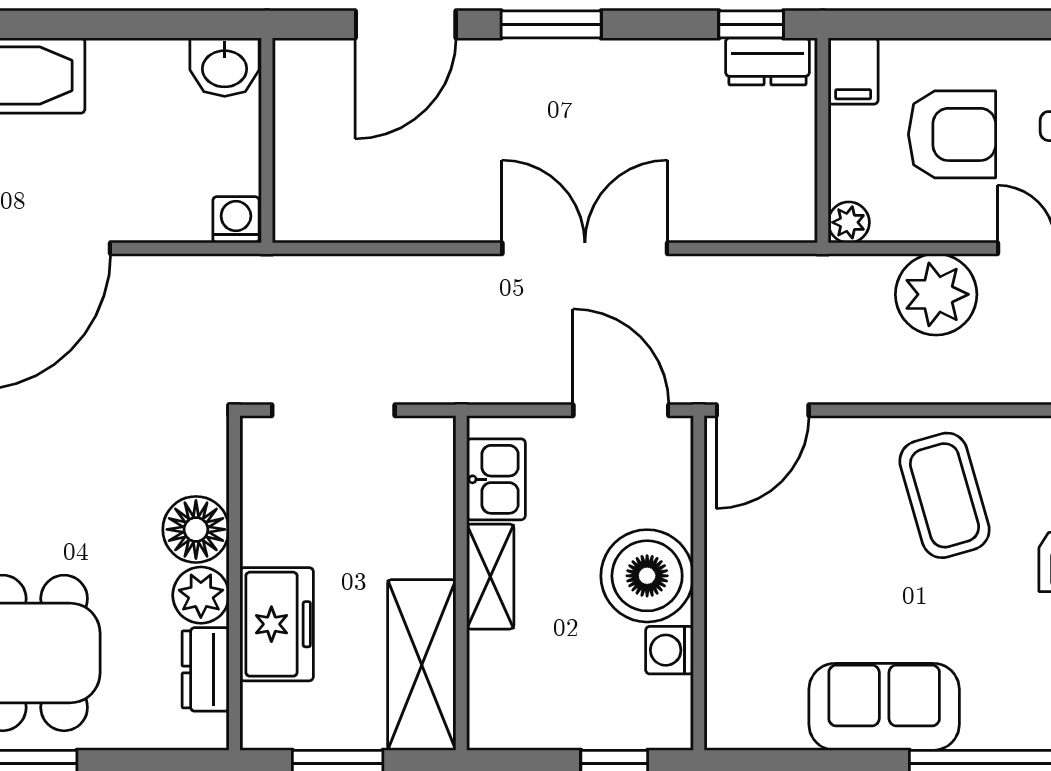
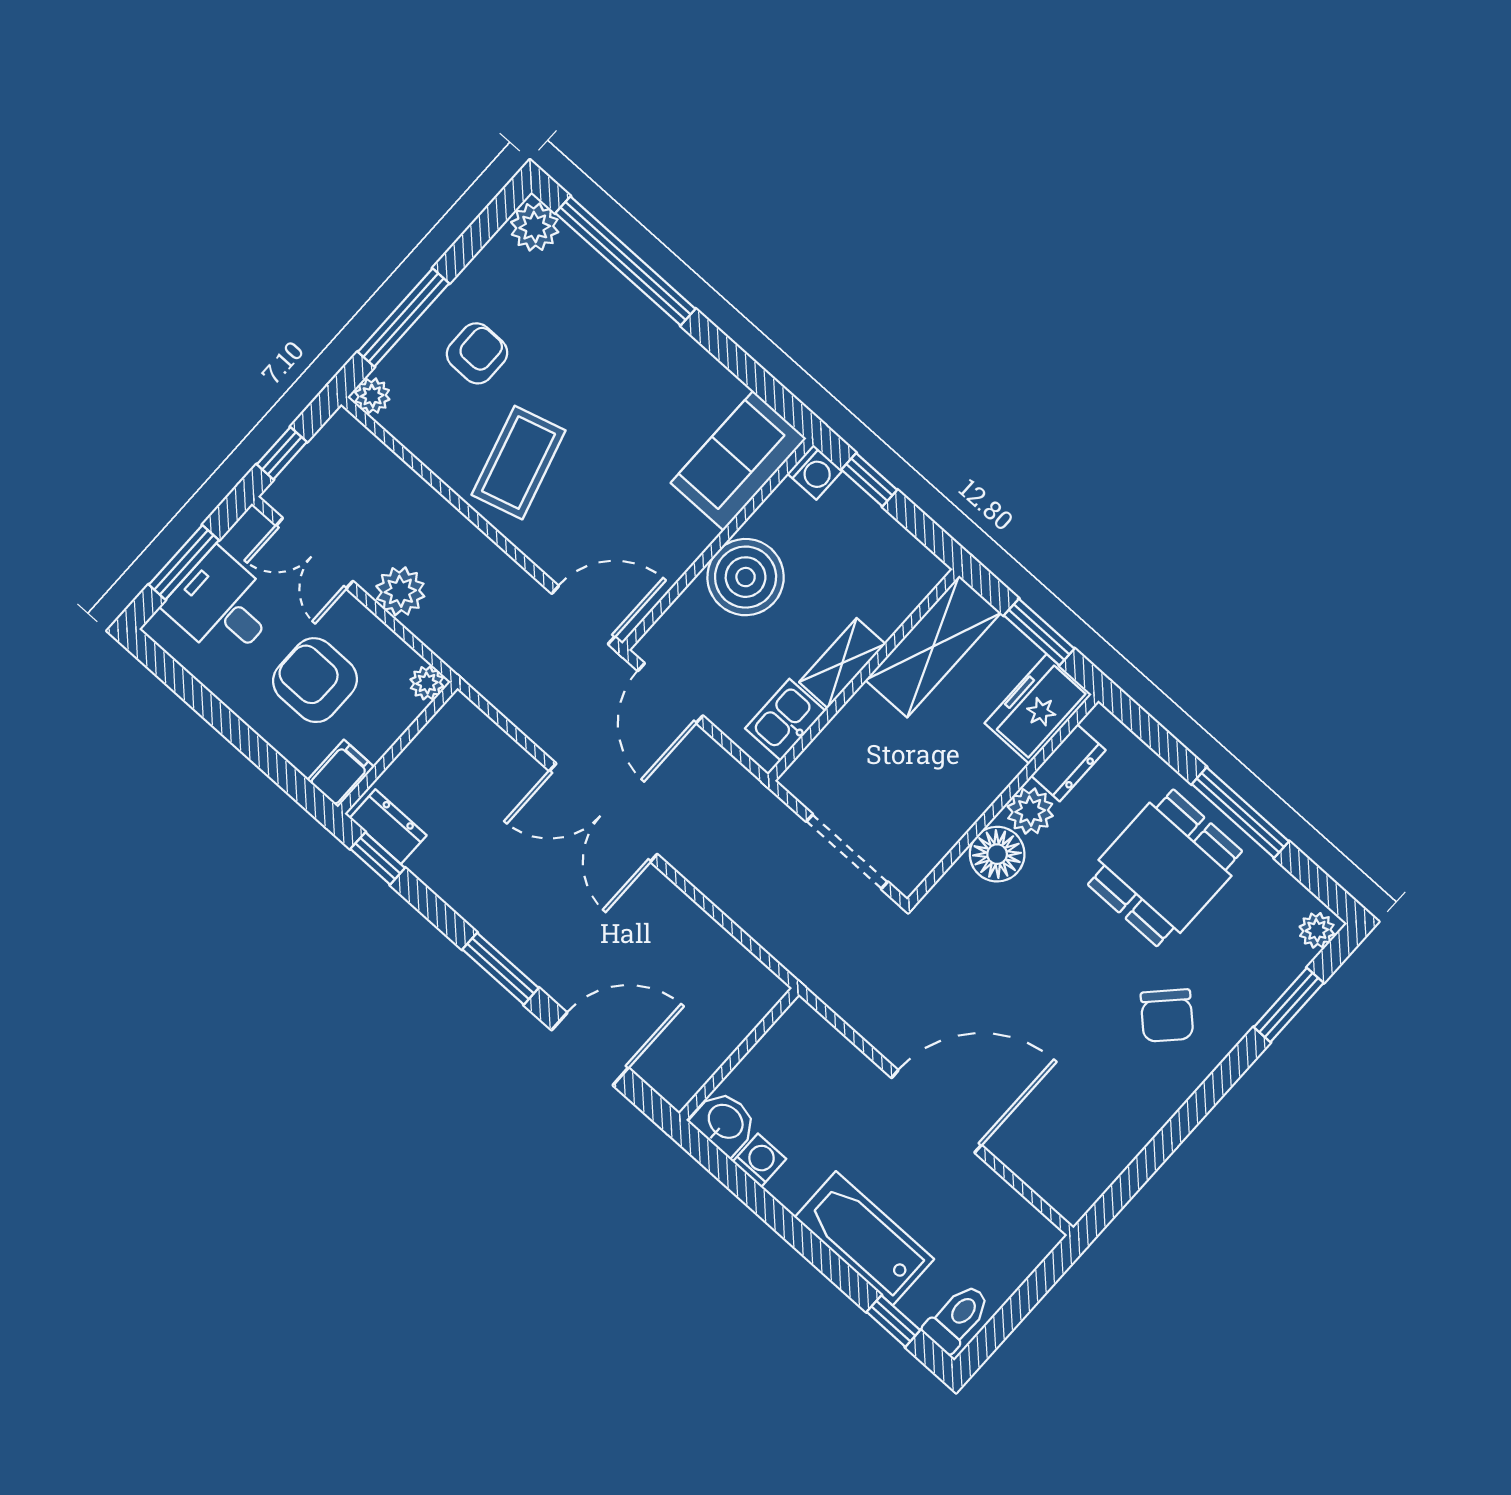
washing machine: (236, 220) -> (759, 1160), moved, turned 180
plant: (936, 294) -> (400, 591), width x0.73, depth x0.73
freezer: (277, 624) -> (1038, 709), moved
washing machine: (669, 650) -> (815, 472), moved
sofa: (884, 707) -> (739, 461), moved, turned 90

